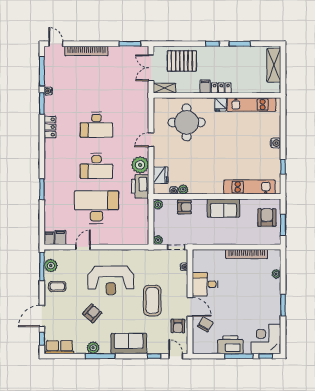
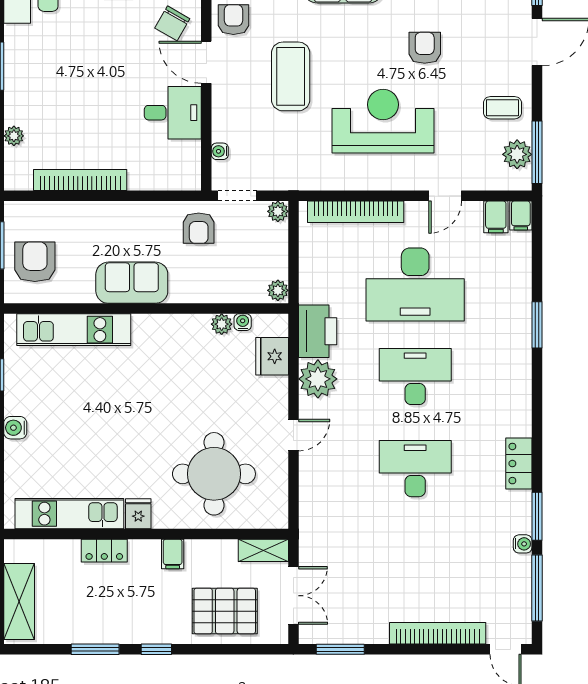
locker: (221, 88) -> (104, 551), moved
armchair: (184, 207) -> (199, 228), moved, turned -90
armchair: (267, 217) -> (35, 262), turned 180
bookcase: (123, 240) -> (356, 212), added
armchair: (92, 313) -> (425, 48), turned 138

